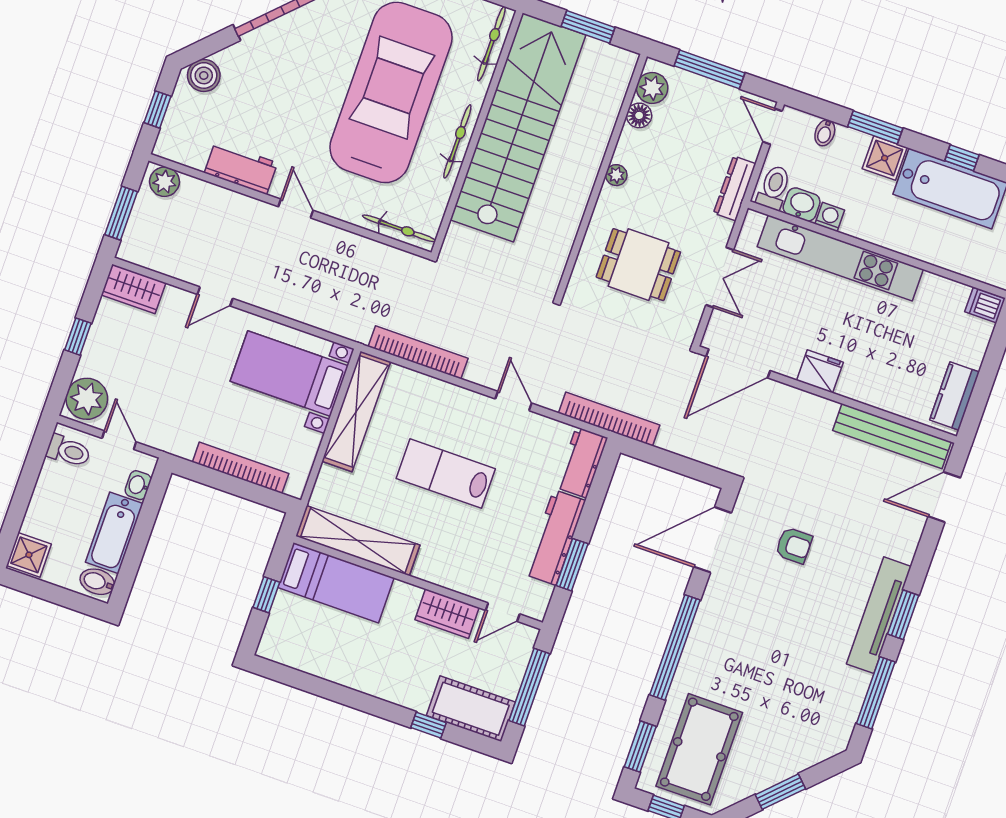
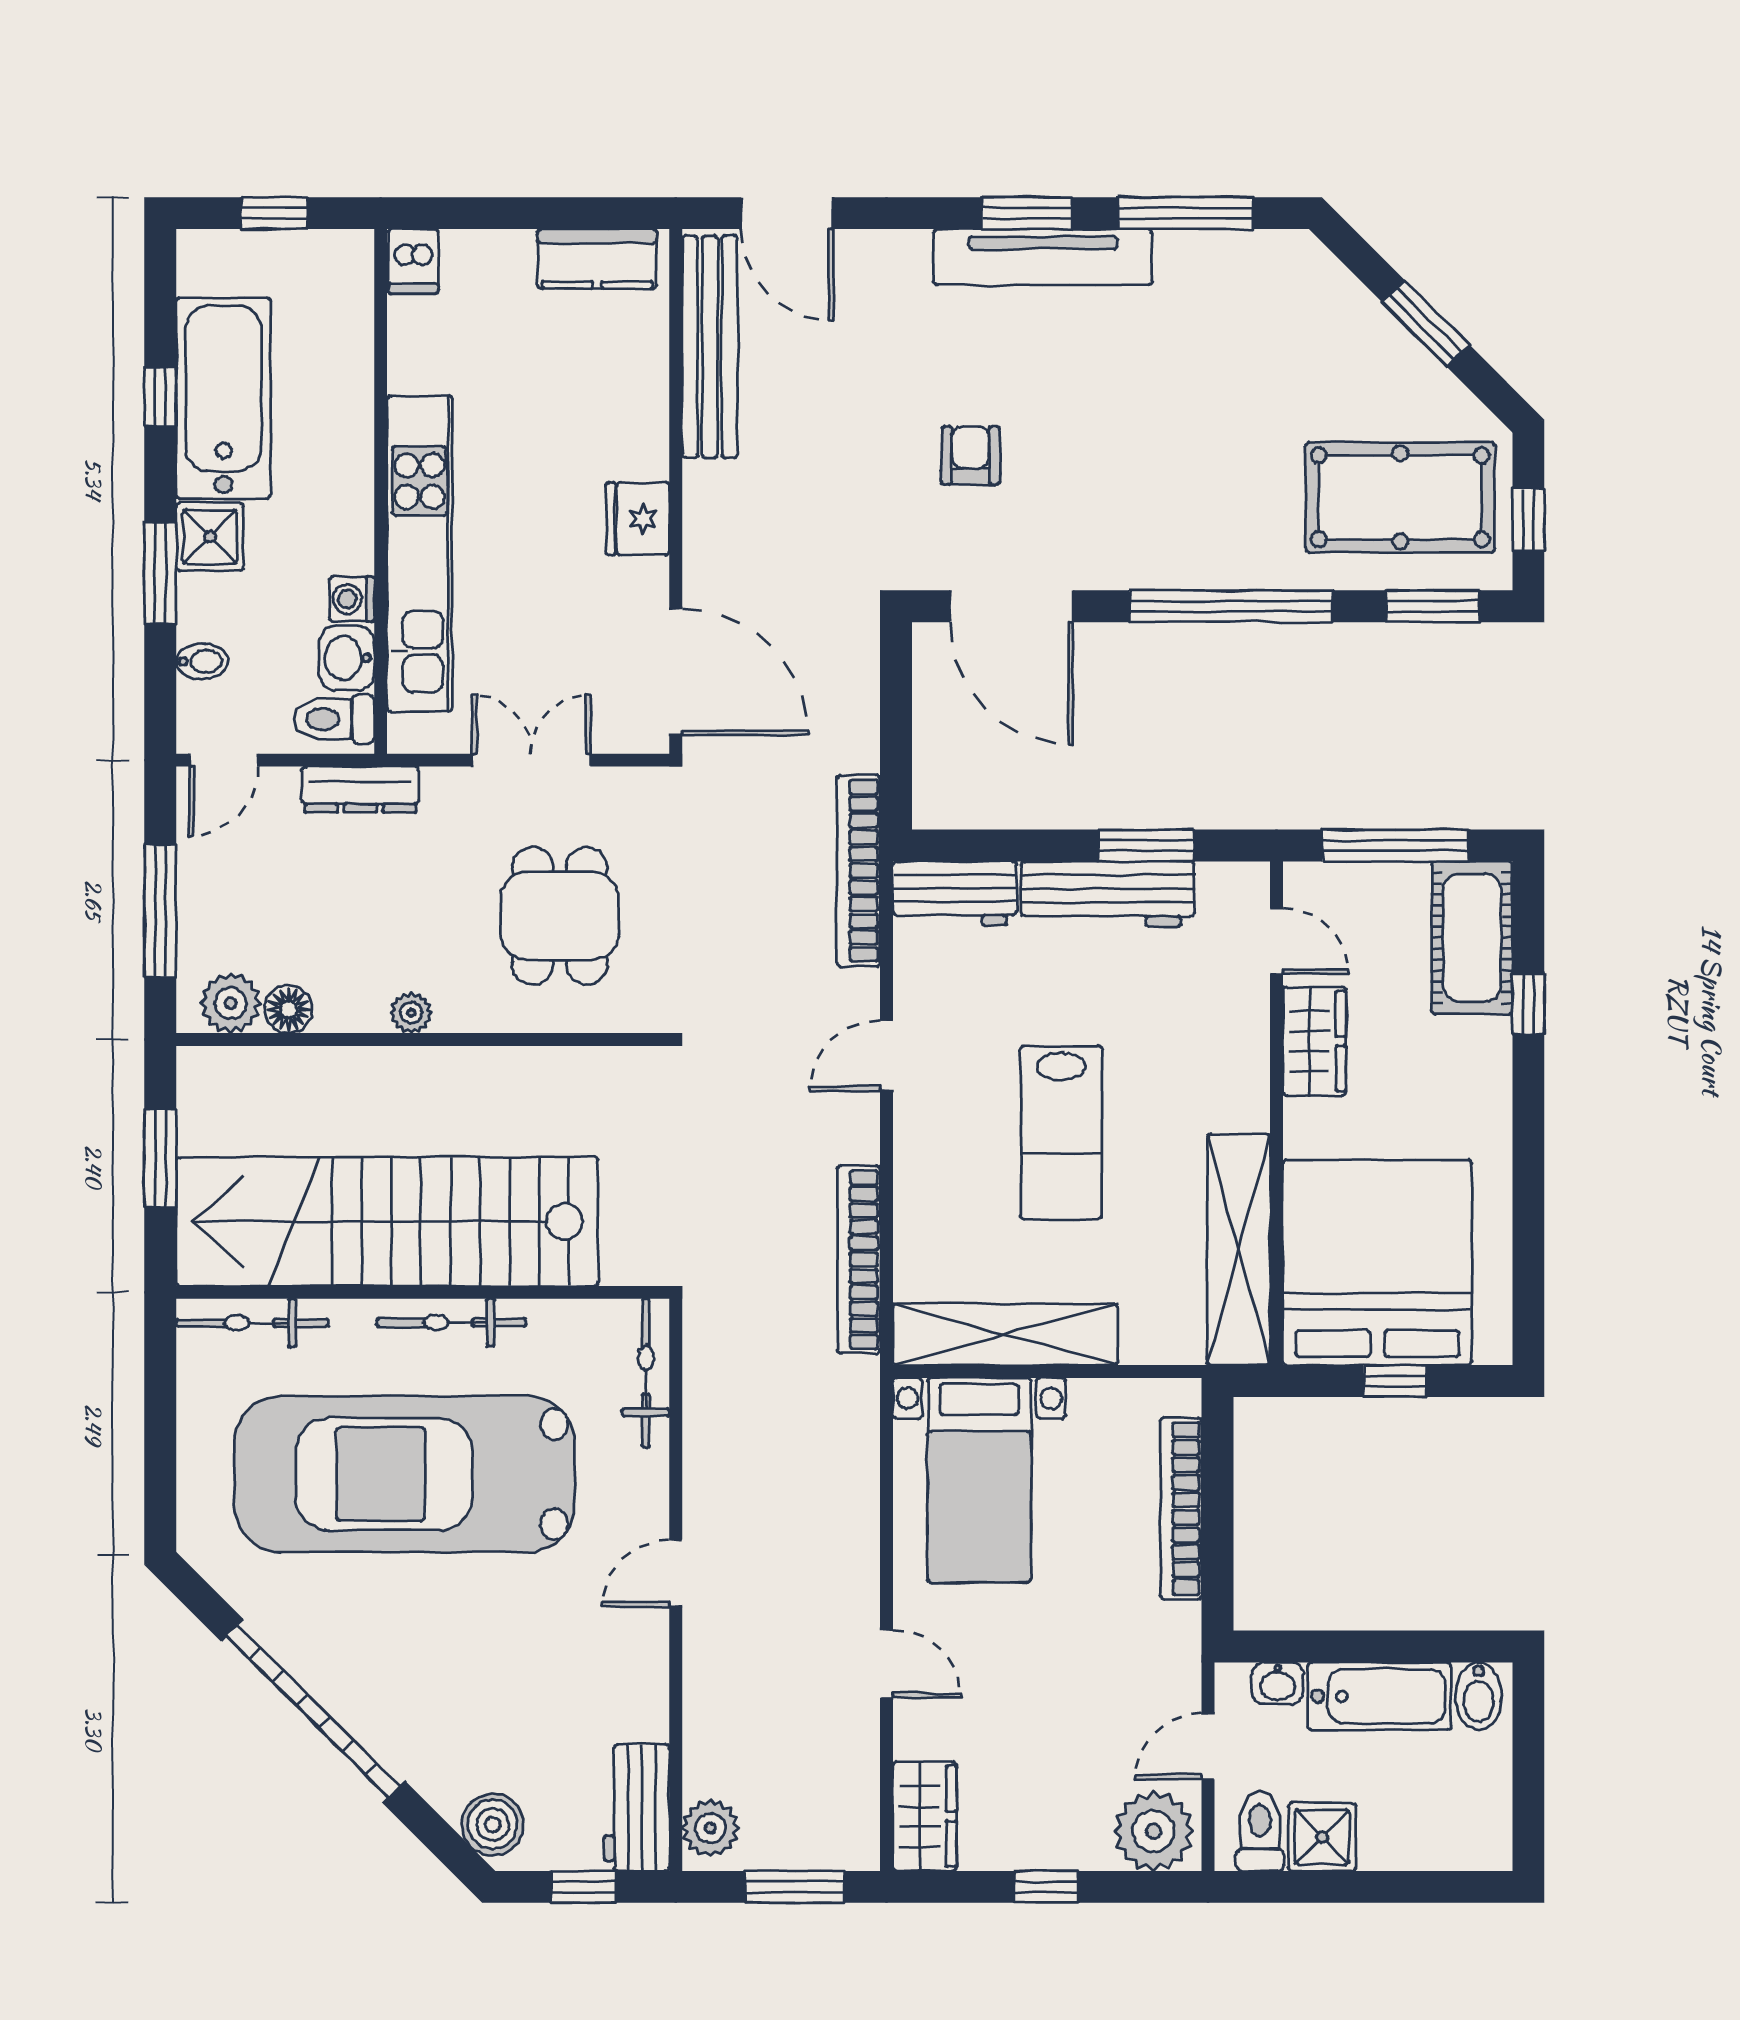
workbench: (241, 168) -> (637, 1808), moved
shower: (29, 555) -> (1322, 1837), moved
bed: (336, 583) -> (1377, 1263), width x2.04

